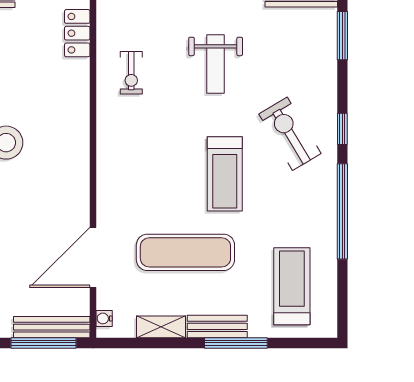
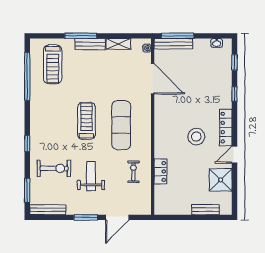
locker: (77, 33) -> (161, 171), moved
exercise bike: (290, 134) -> (54, 168), moved, turned -59
window: (342, 211) -> (27, 76), moved
exercise mat: (185, 252) -> (121, 125), moved, turned 90
door: (93, 257) -> (153, 79), hinge flipped

